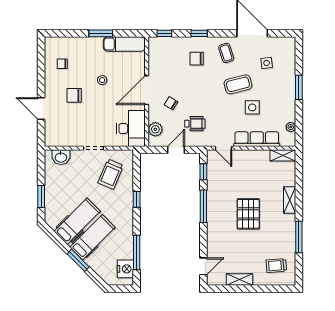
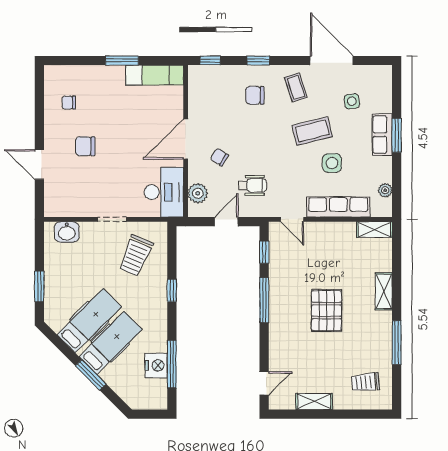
stool: (102, 80) -> (124, 125), removed
row of seats: (289, 87) -> (382, 135), added
nightstand: (125, 269) -> (156, 365), moved

